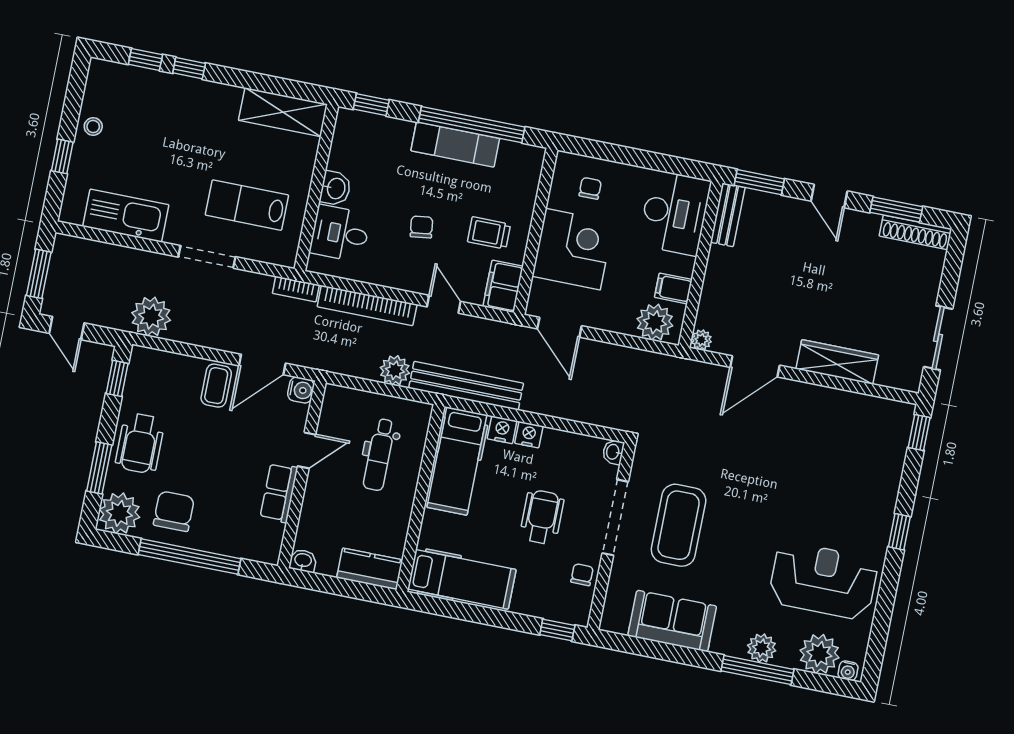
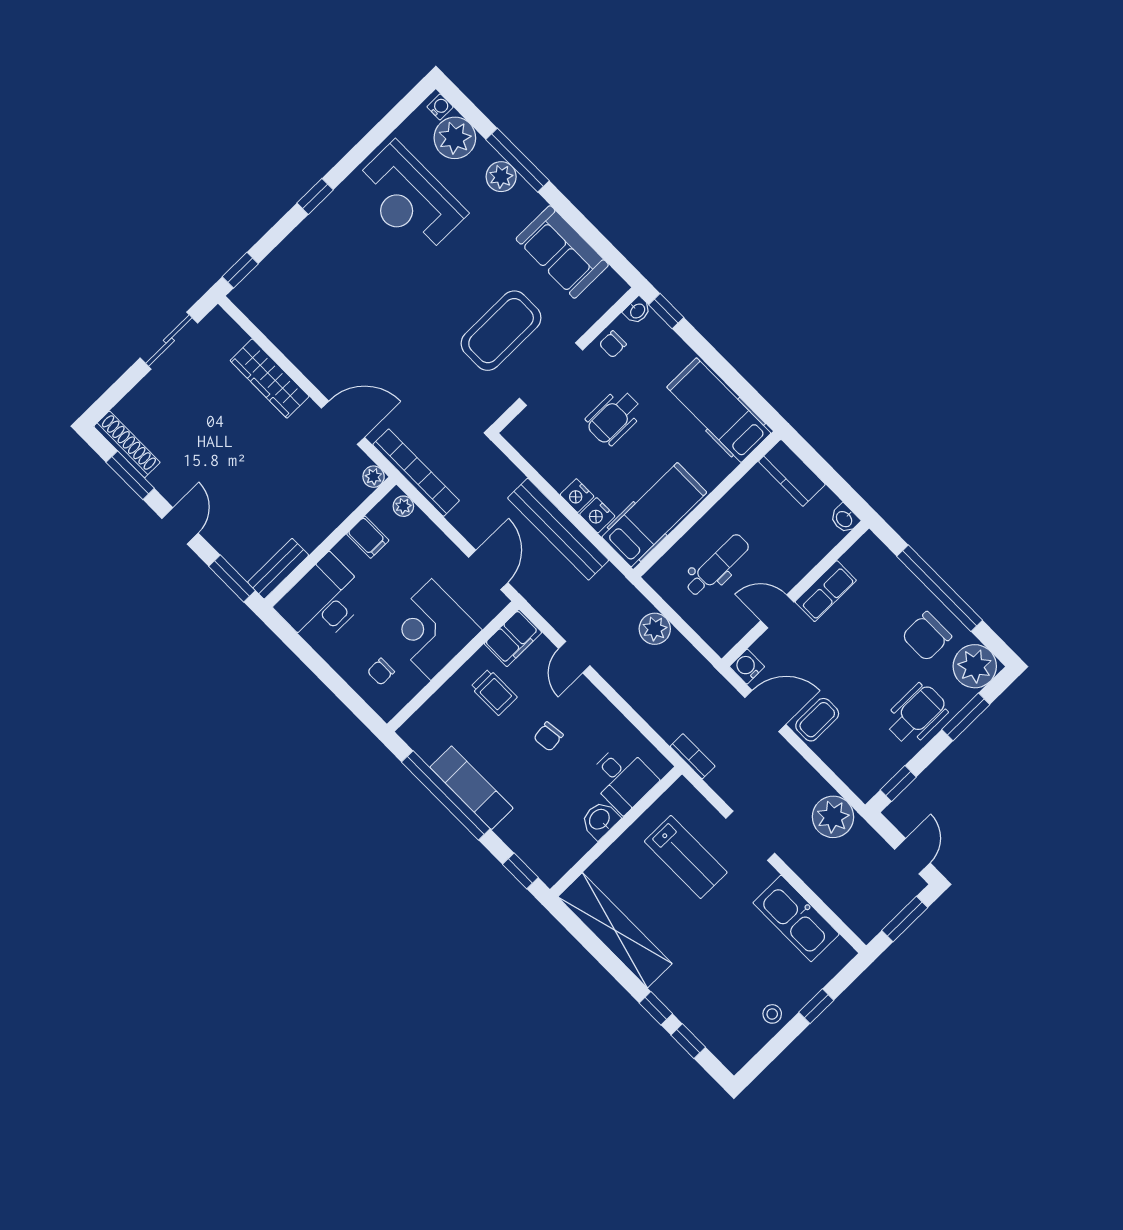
shelving: (283, 112) -> (615, 930), width x1.47
bookcase: (367, 305) -> (416, 473), moved
plant: (655, 322) -> (403, 506), width x0.53, depth x0.53
bench: (466, 386) -> (558, 529), moved
washbasin: (613, 452) -> (637, 311), moved

